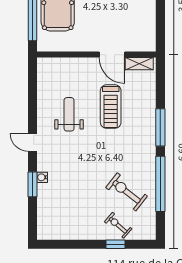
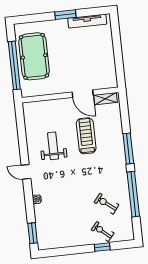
treadmill: (111, 107) -> (86, 136), turned 180
window: (32, 184) -> (33, 233), moved
exercise bike: (127, 192) -> (107, 204), width x0.73, depth x0.72

